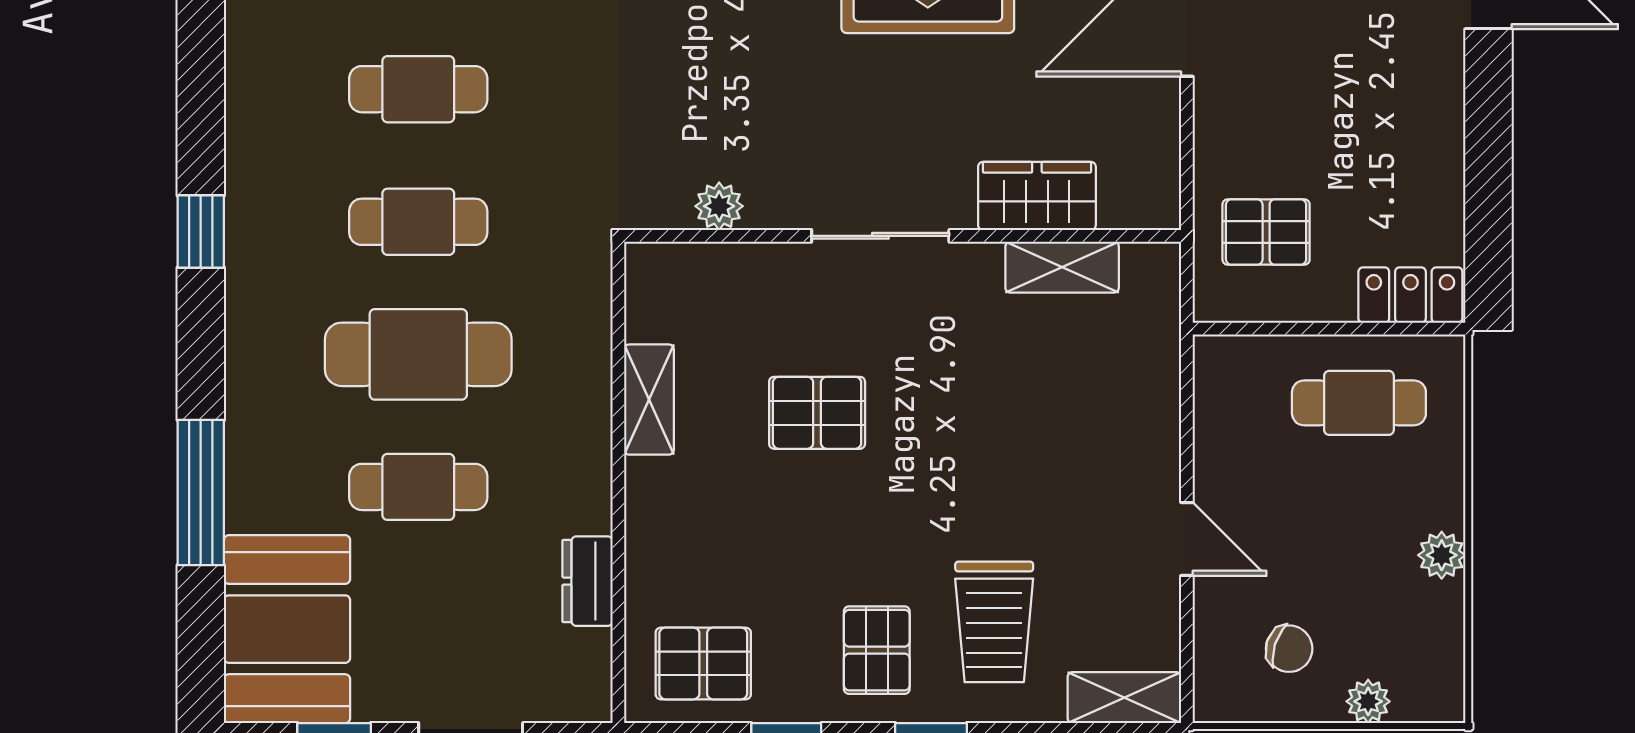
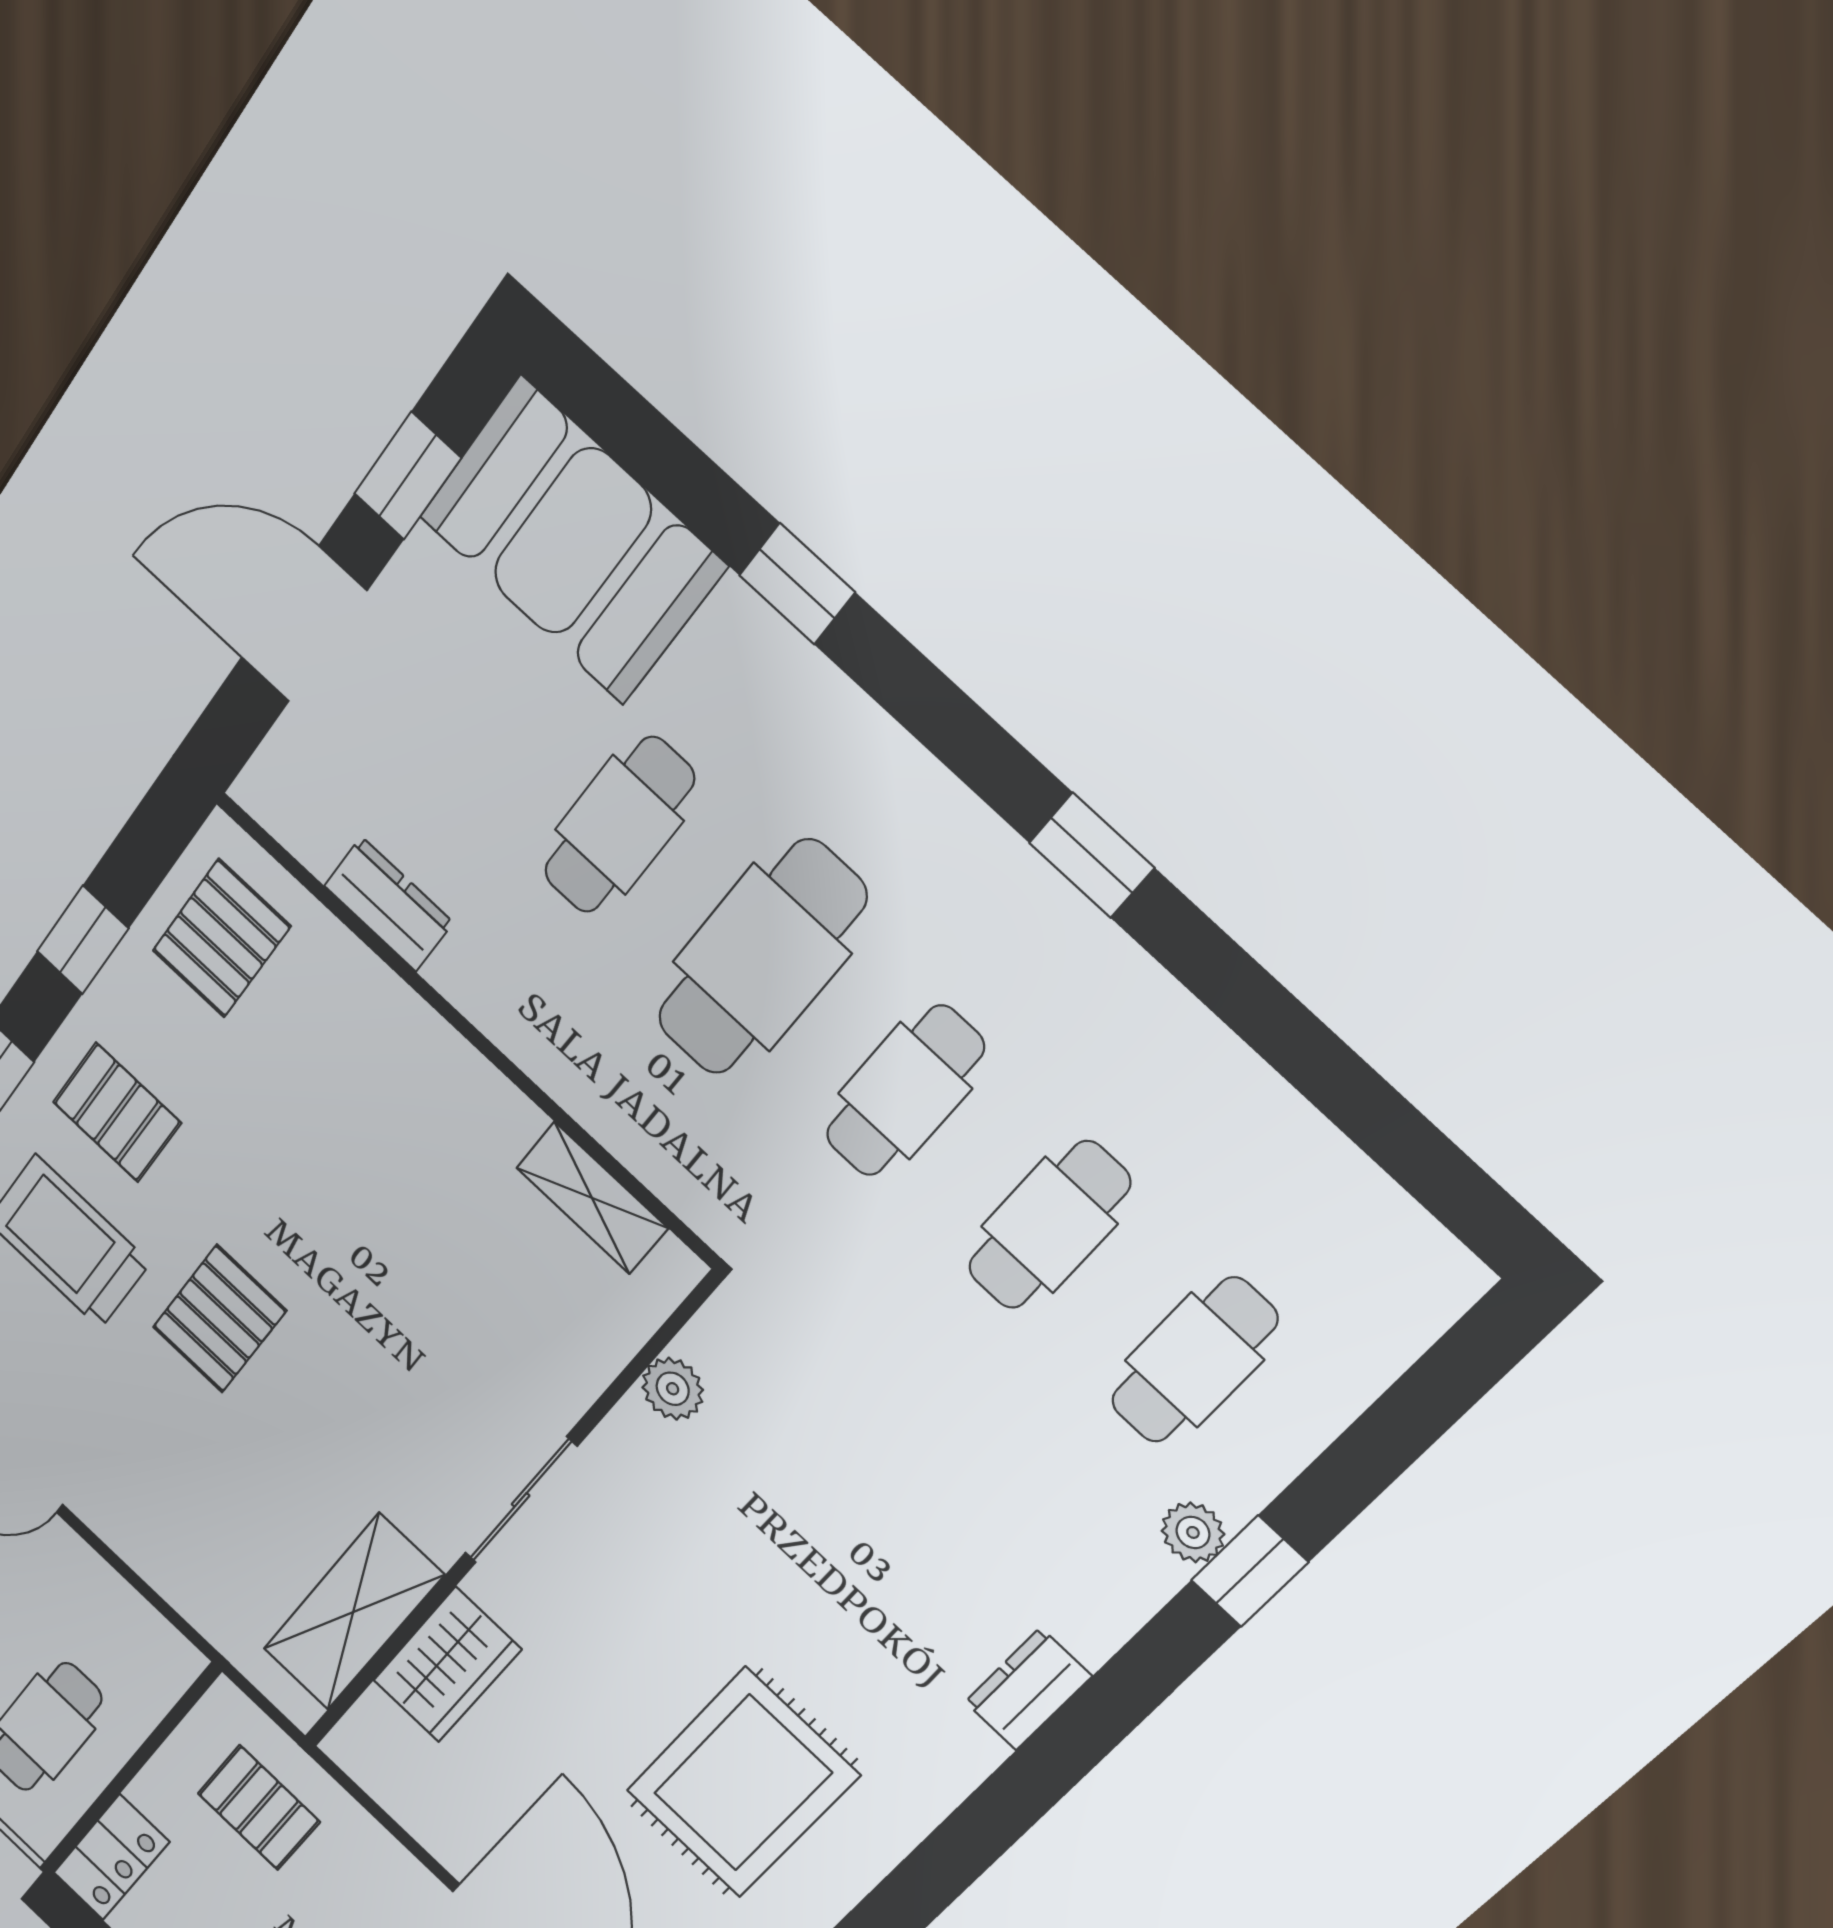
pallet: (1266, 232) -> (259, 1808), turned 90
shelving: (1062, 267) -> (353, 1612), width x1.50, depth x1.33
shelving: (649, 400) -> (592, 1198), moved
pallet: (817, 413) -> (219, 1319), moved
window: (201, 493) -> (797, 584), width x0.46

